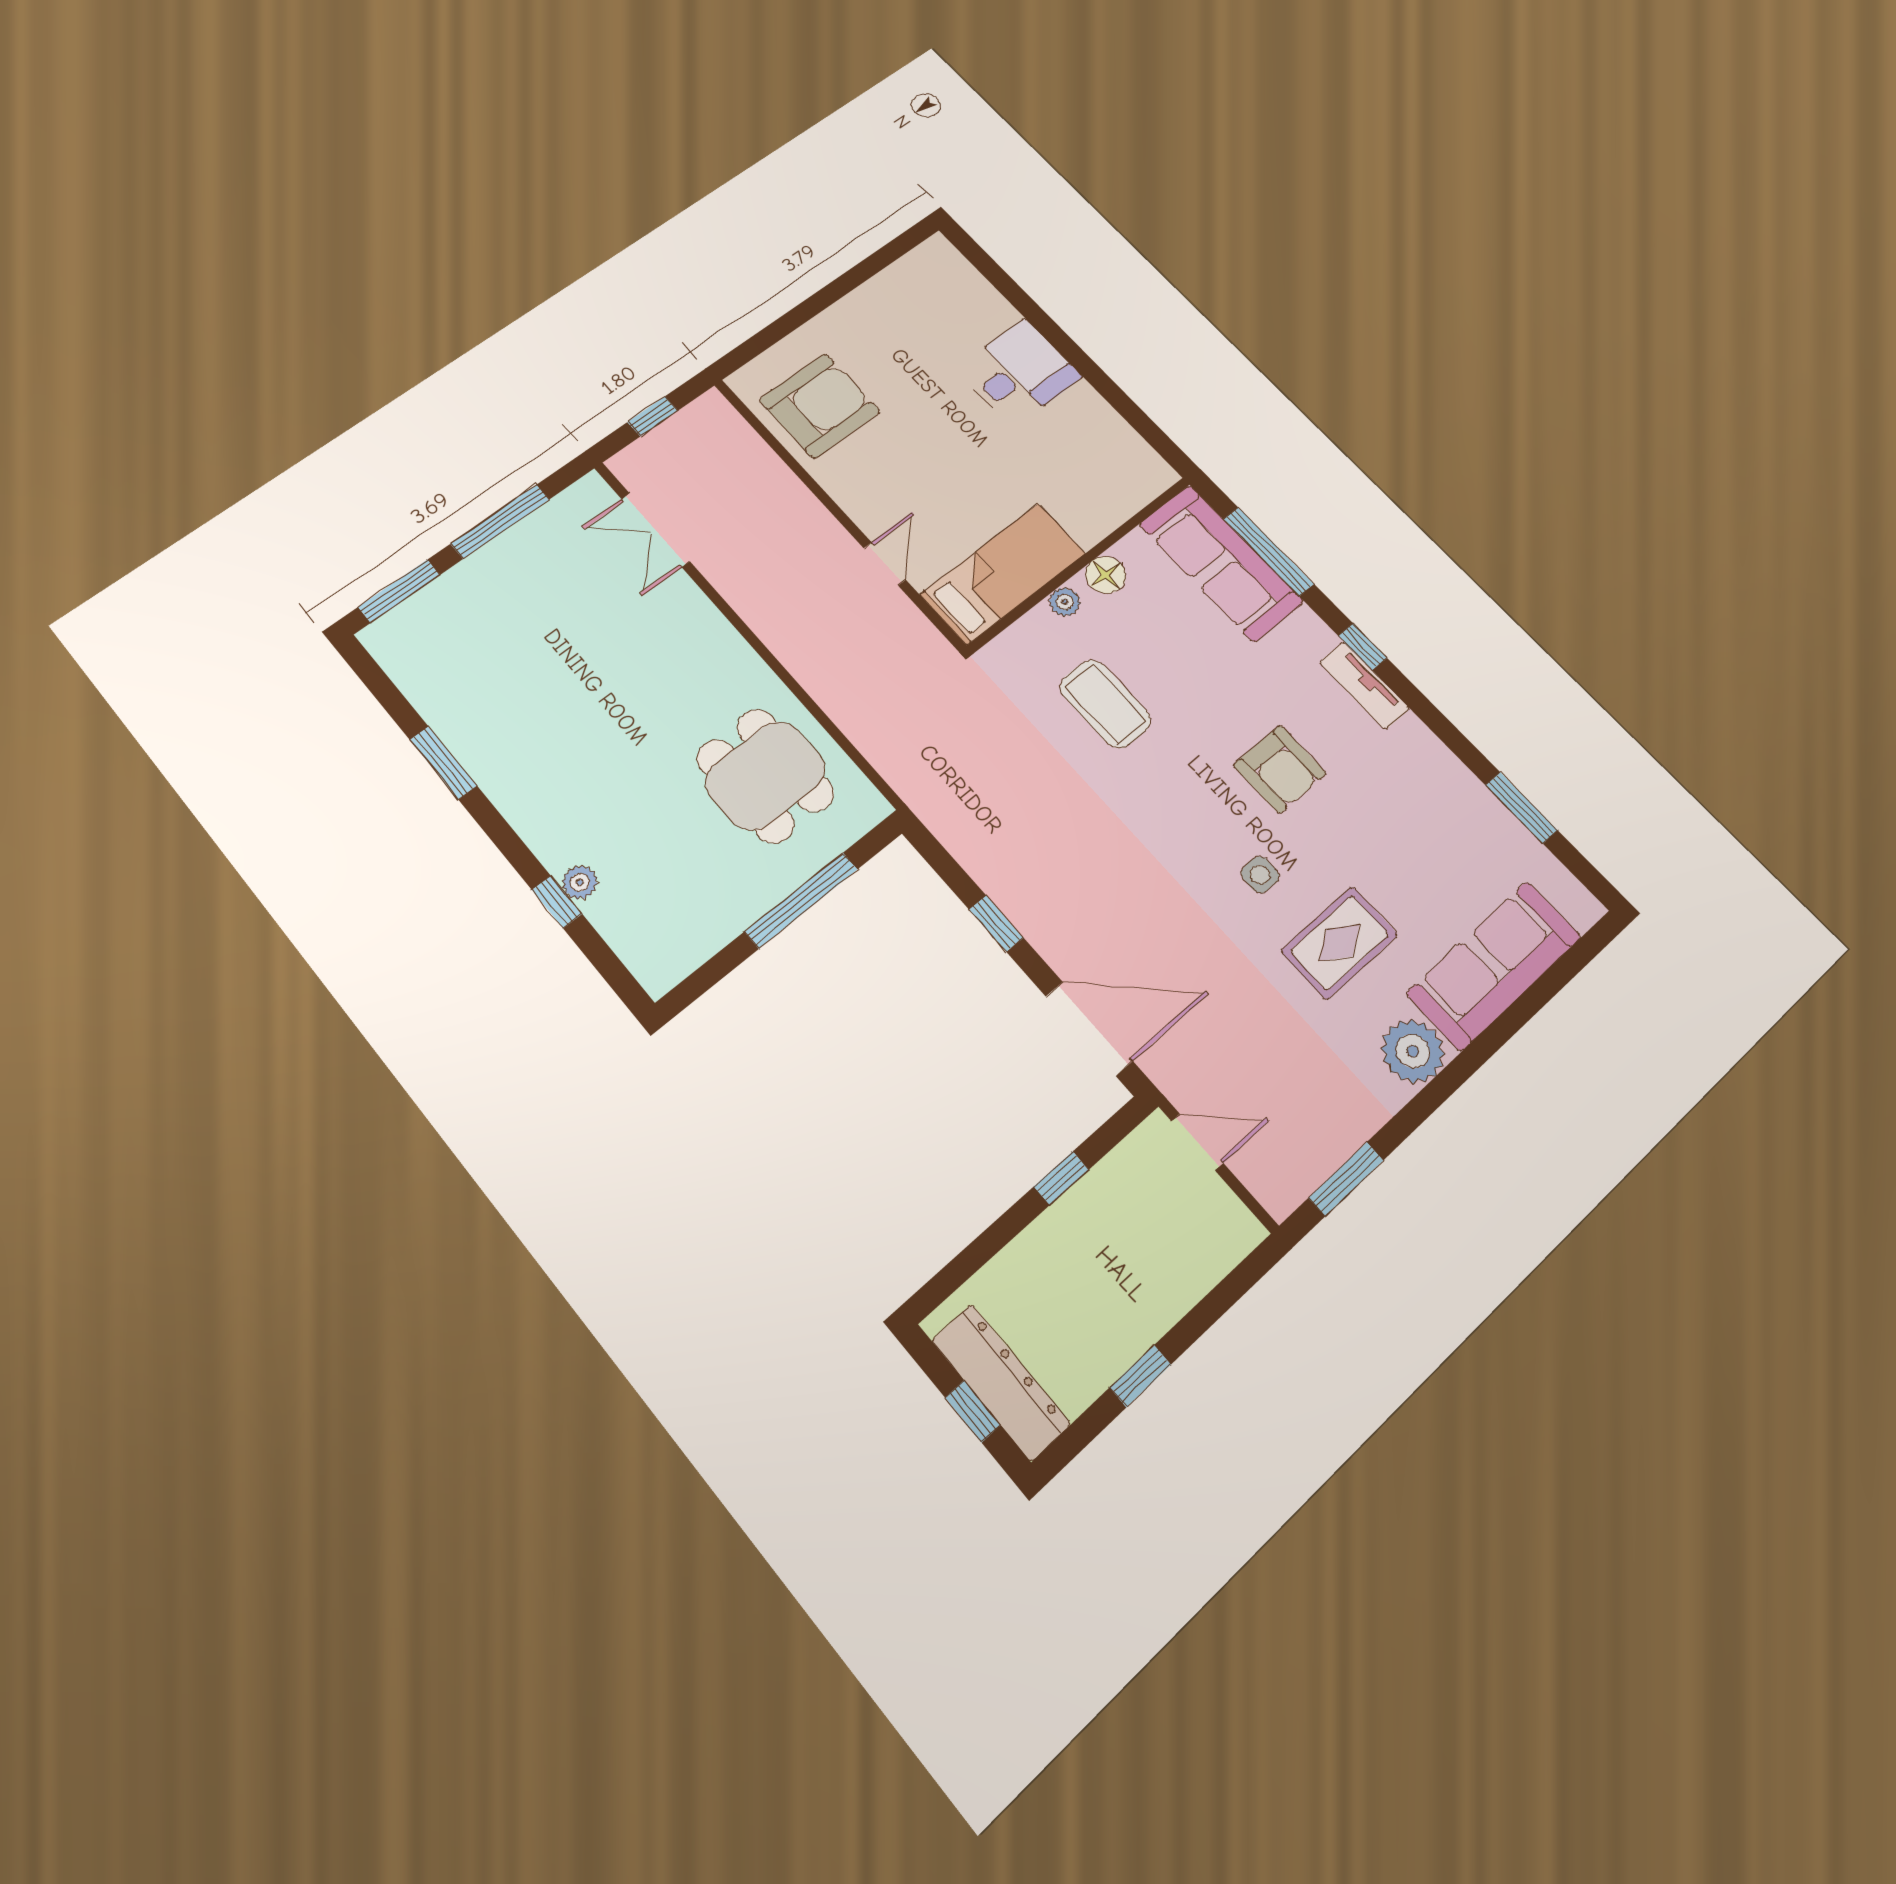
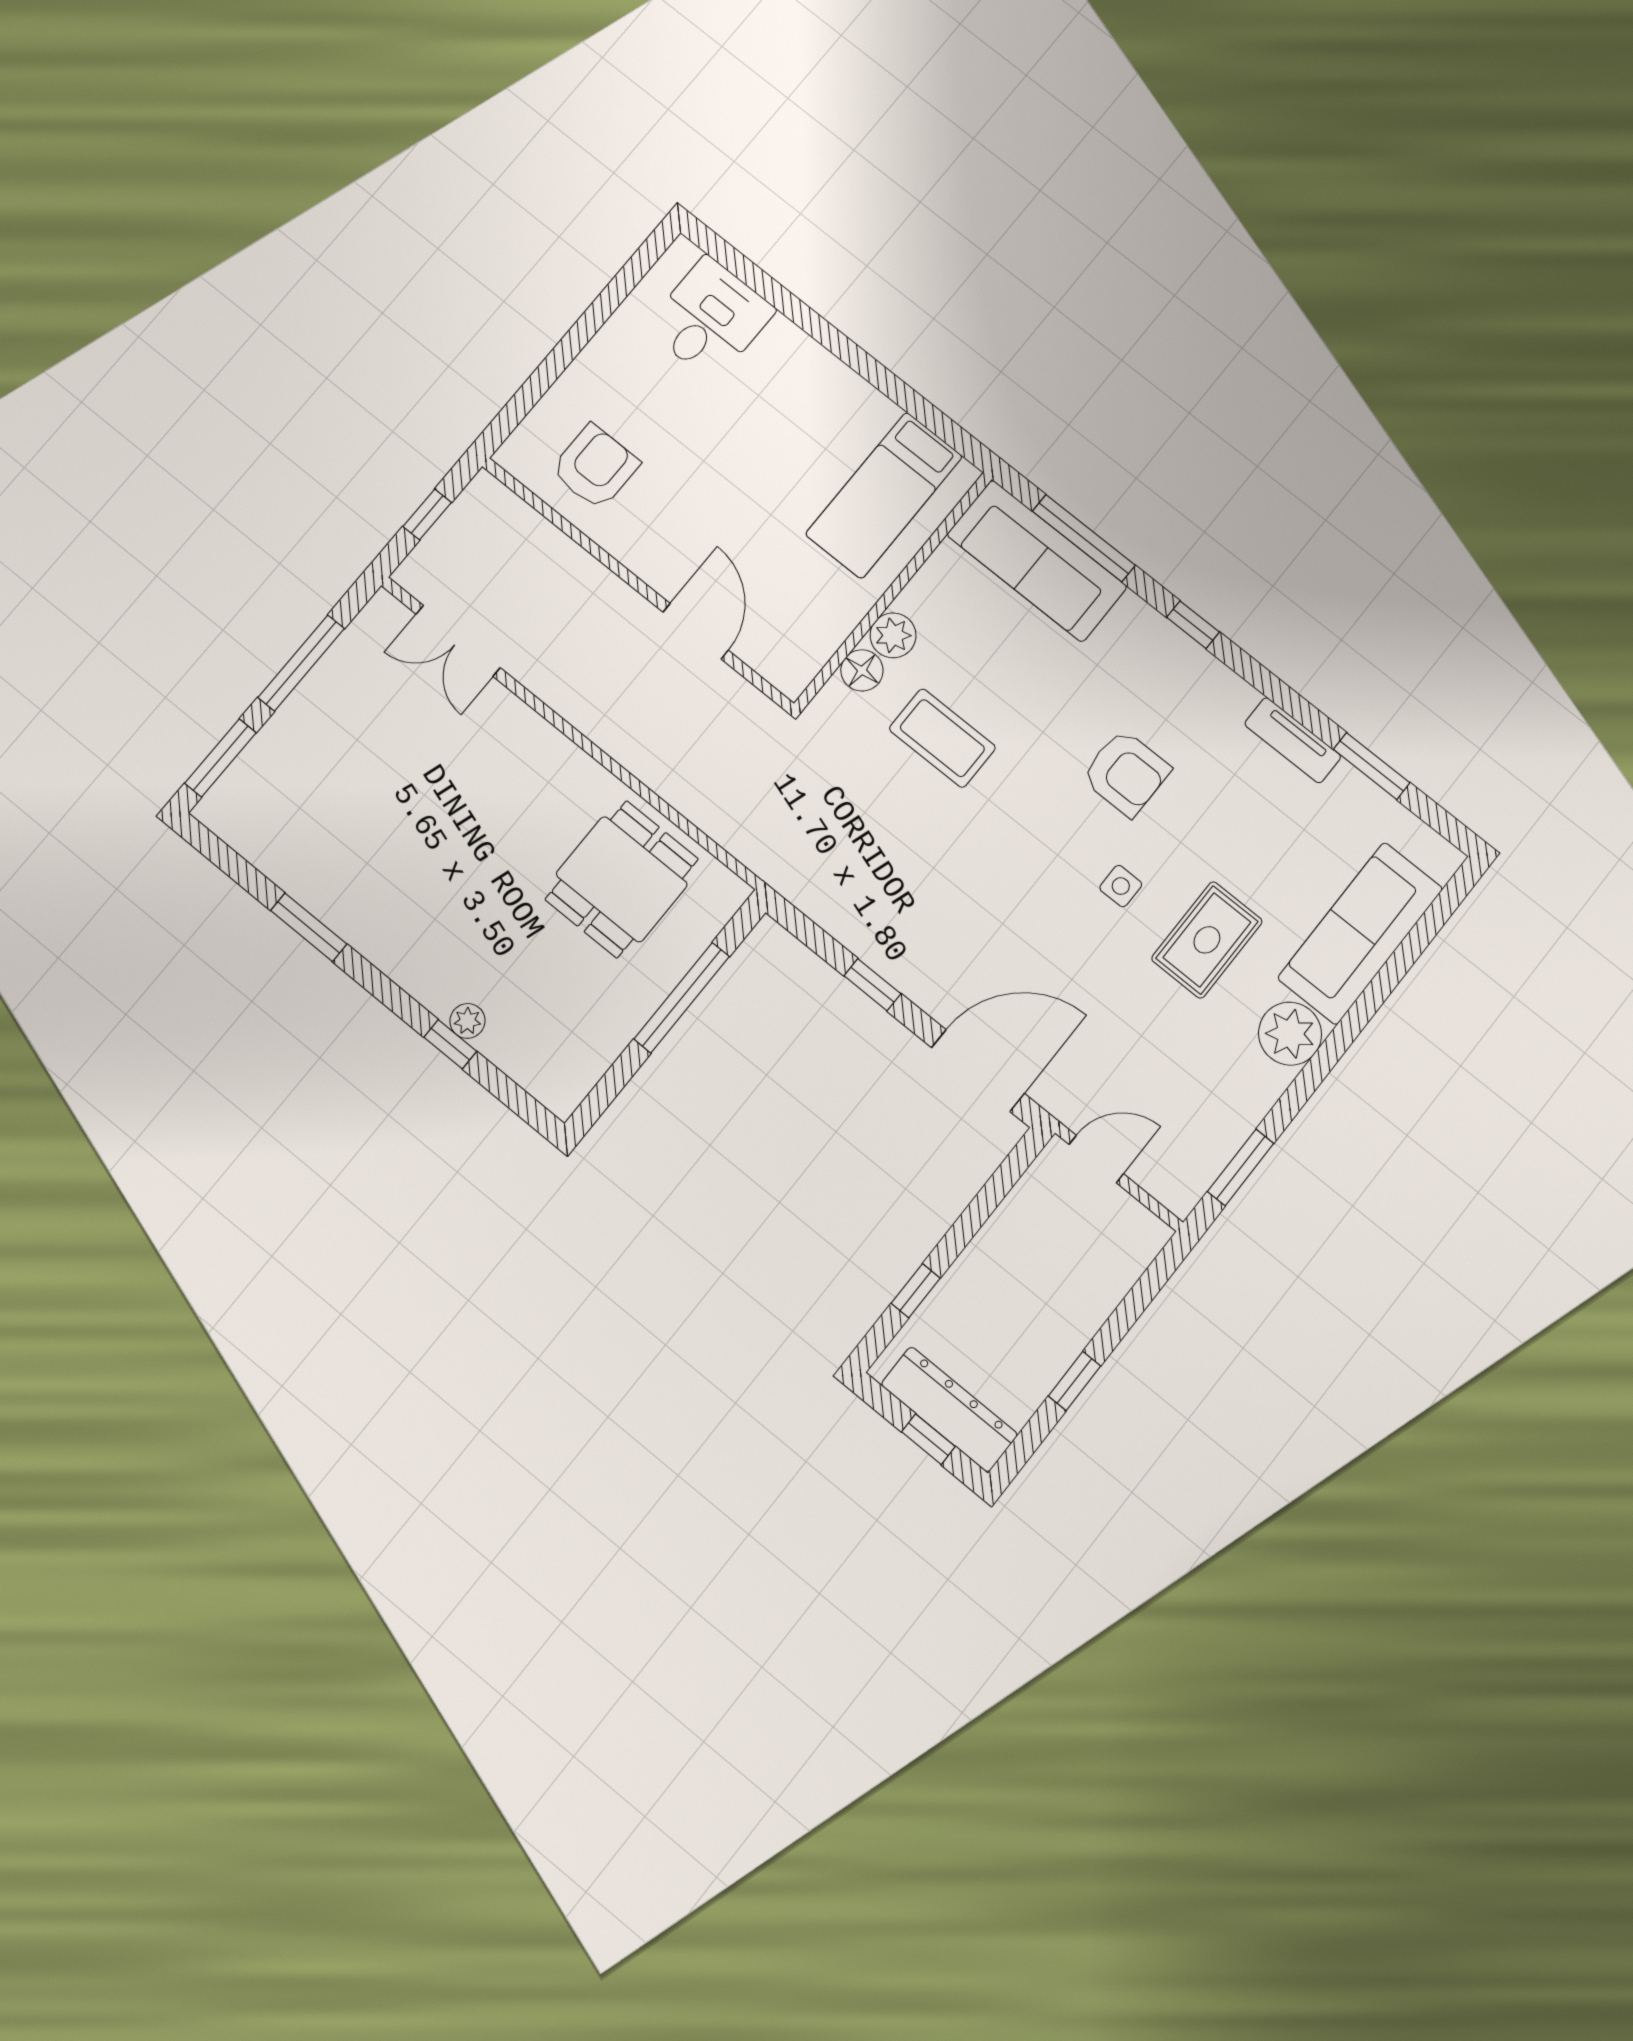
desk: (1019, 373) -> (710, 319), moved
armchair: (820, 406) -> (595, 467), width x0.73, depth x0.73
door: (885, 564) -> (696, 631), width x1.38
bed: (1003, 574) -> (884, 495), moved, turned 180
floor lamp: (1106, 575) -> (862, 670), moved
plant: (1065, 602) -> (893, 635), width x1.38, depth x1.38
tv unit: (1364, 685) -> (1293, 740), moved
dining table: (765, 776) -> (622, 879), turned 90
window: (1061, 1178) -> (916, 1291), moved

